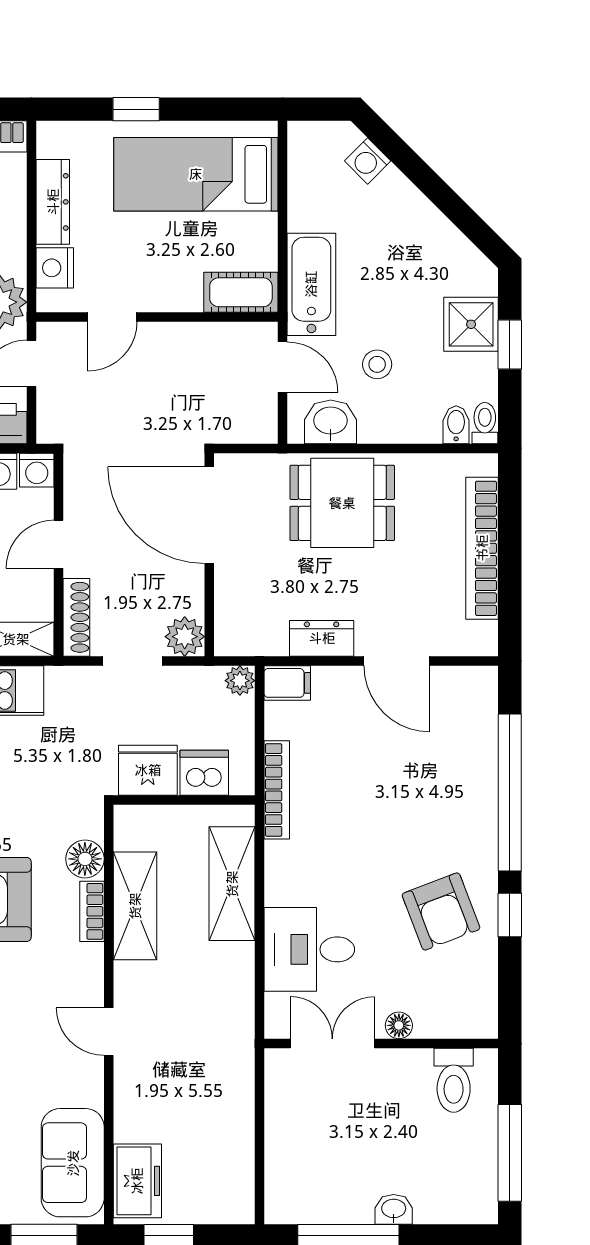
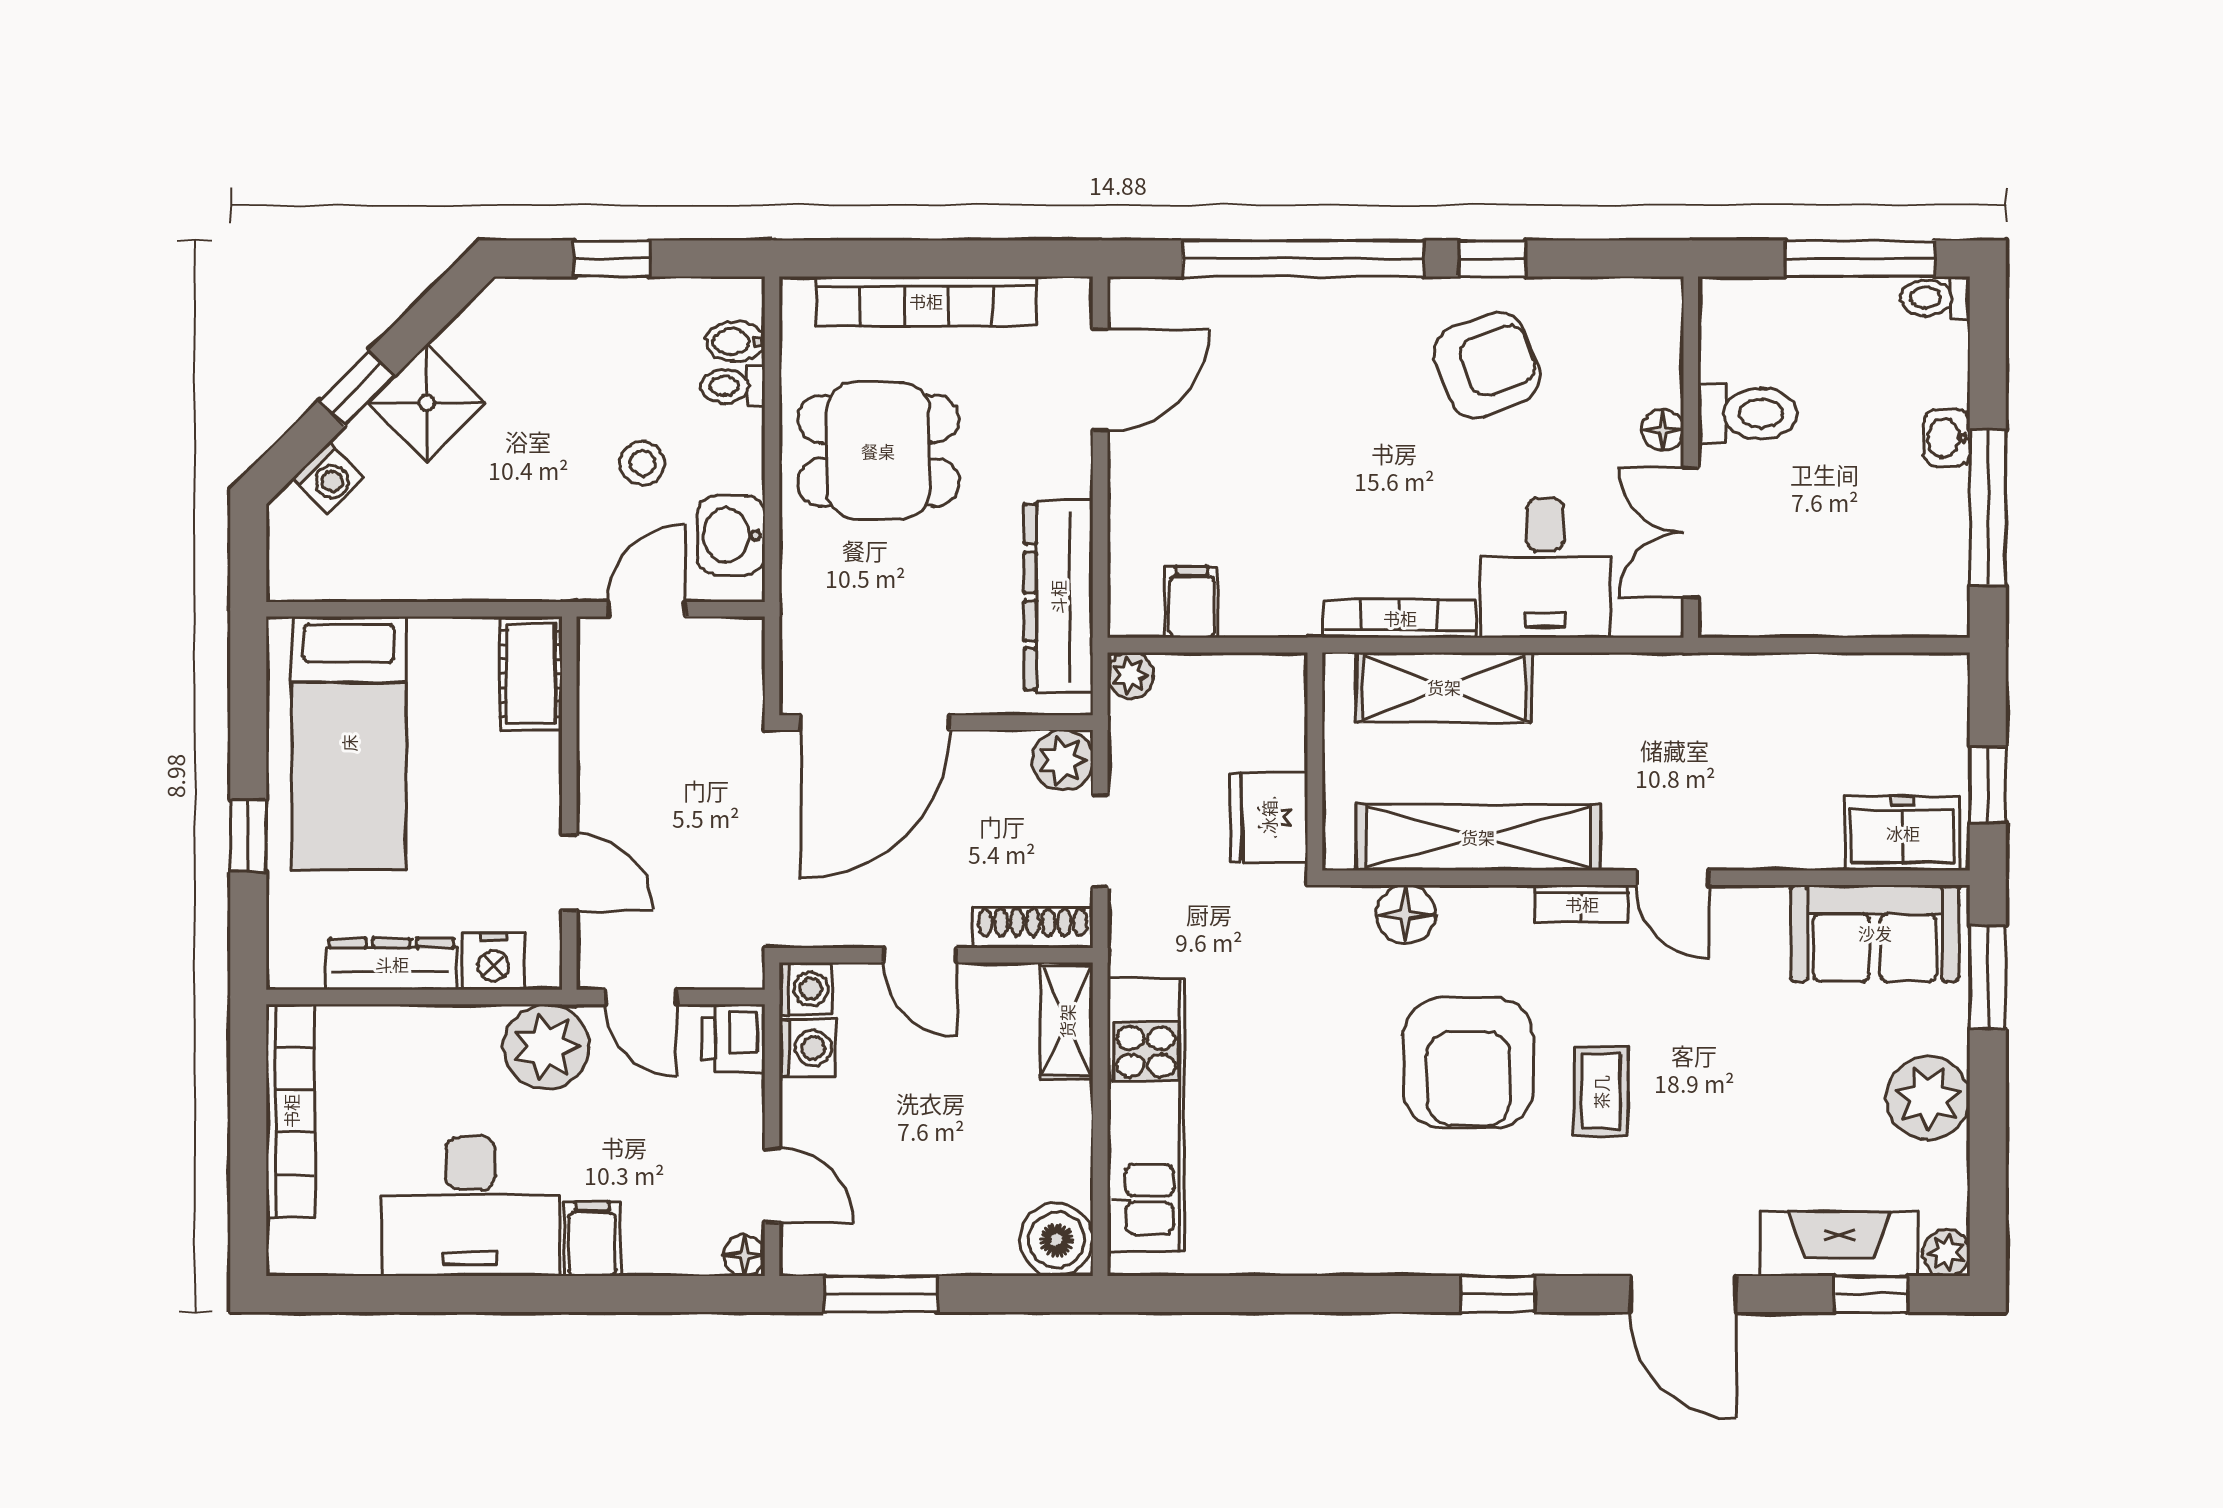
window: (426, 179) -> (357, 388), added
bathtub: (311, 284) -> (519, 565), removed
shower: (471, 324) -> (427, 403), moved, turned 45
toilet: (485, 423) -> (733, 386), moved
dining table: (342, 503) -> (878, 451), moved, turned 90
dresser: (322, 638) -> (1058, 597), width x1.96, depth x1.24
door: (397, 661) -> (1100, 380), moved
filing cabinet: (287, 683) -> (1192, 602), moved
dishwasher: (204, 773) -> (1273, 730), removed
bookcase: (277, 790) -> (1400, 618), moved
shelving: (135, 906) -> (1478, 837), width x1.47
bookcase: (92, 911) -> (1582, 904), moved
door: (109, 1032) -> (1672, 878), hinge flipped
toilet: (454, 1080) -> (1747, 413), moved
toilet: (484, 1202) -> (1935, 298), added

